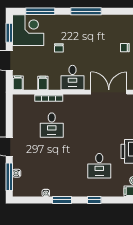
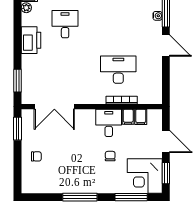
desk: (72, 78) -> (109, 123), moved
filing cabinet: (18, 83) -> (141, 117), moved
desk: (52, 125) -> (118, 70), width x1.37

